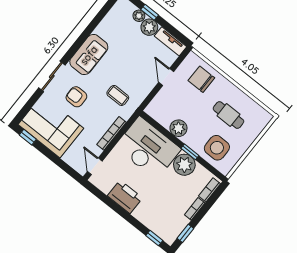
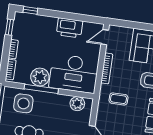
plant: (178, 128) -> (77, 104), moved
window: (190, 152) -> (41, 89), width x2.17
door: (95, 166) -> (105, 37), swing flipped

